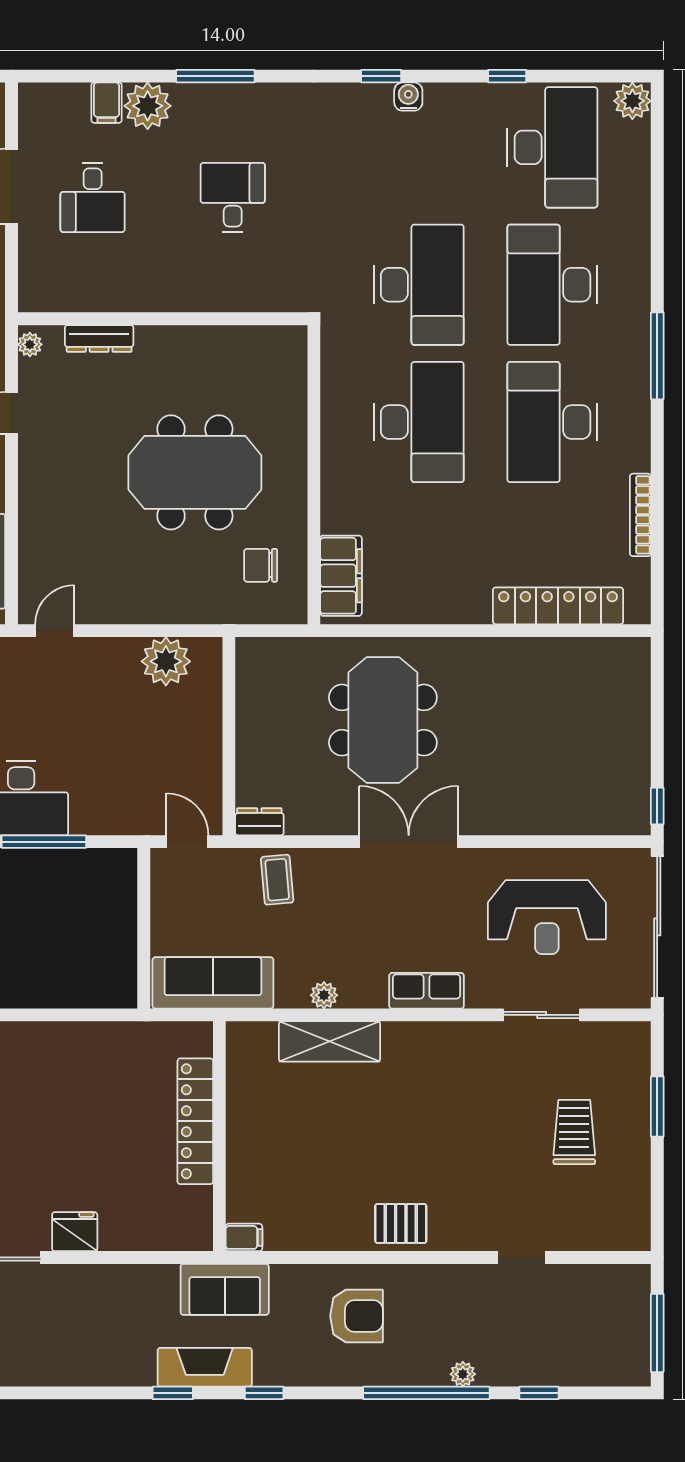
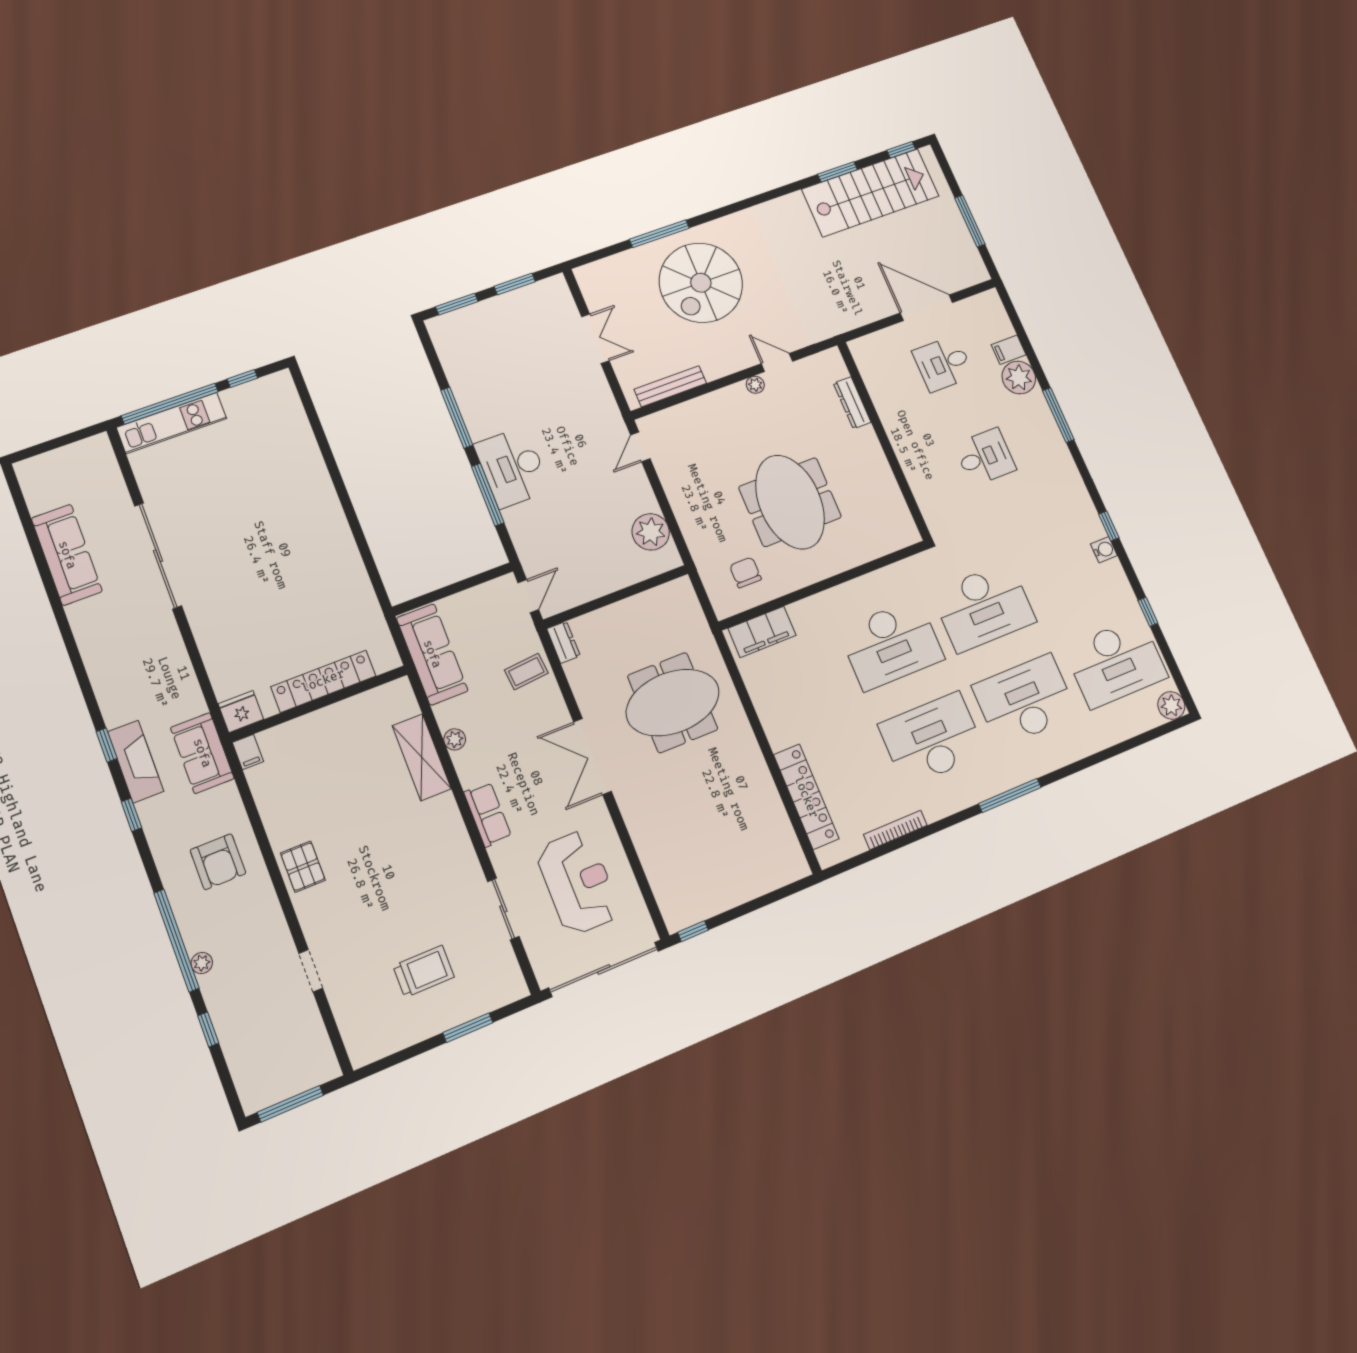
plant: (30, 344) -> (755, 385), moved
door: (55, 631) -> (640, 447), swing flipped
double door: (409, 842) -> (592, 757), swing flipped
reception desk: (547, 917) -> (578, 882), turned 180
fridge: (75, 1232) -> (241, 712), moved, turned -90

